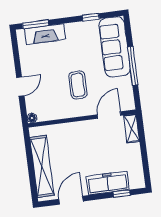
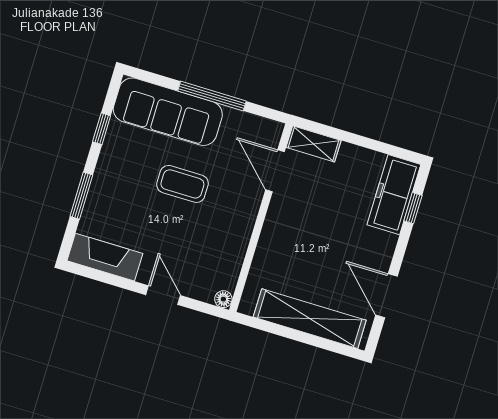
window: (36, 24) -> (81, 196), moved
fireplace: (45, 34) -> (105, 257), moved, turned -90
coffee table: (78, 85) -> (182, 184), moved
freezer: (108, 183) -> (394, 195), moved

